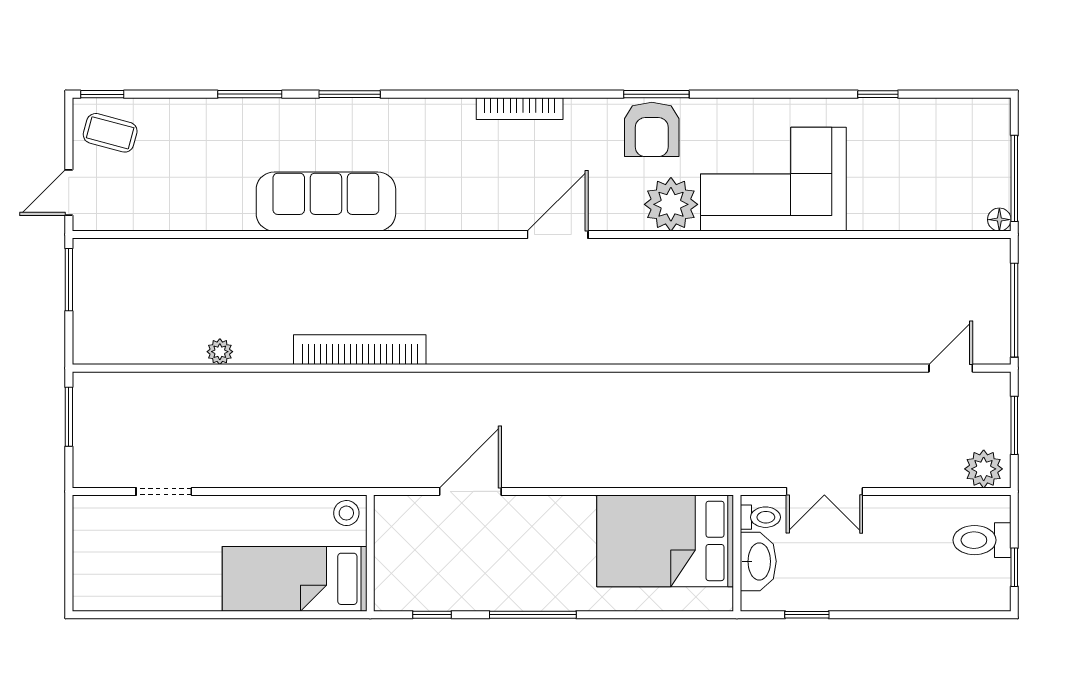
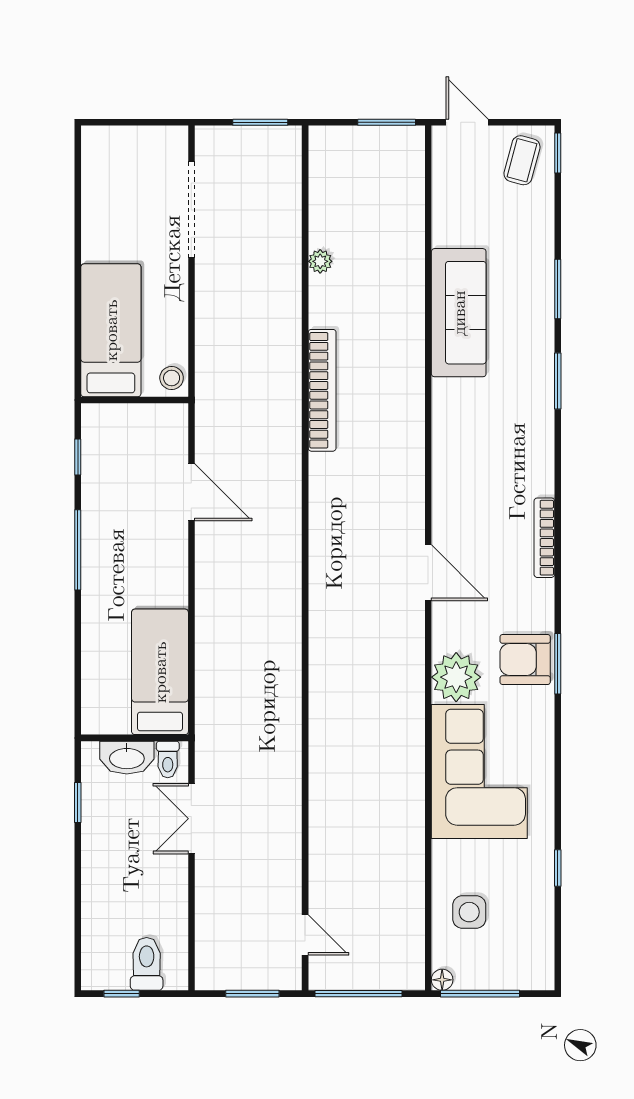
side table: (926, 190) -> (469, 912), added
sofa: (326, 202) -> (459, 313), moved
plant: (984, 469) -> (212, 965), removed
doorway: (164, 491) -> (191, 210), width x1.88
bed: (665, 541) -> (160, 672), width x0.67

